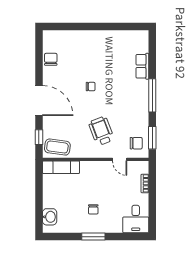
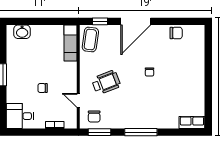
row of seats: (142, 66) -> (192, 123), moved
door: (120, 159) -> (78, 100), hinge flipped
chair: (93, 209) -> (43, 88), moved

